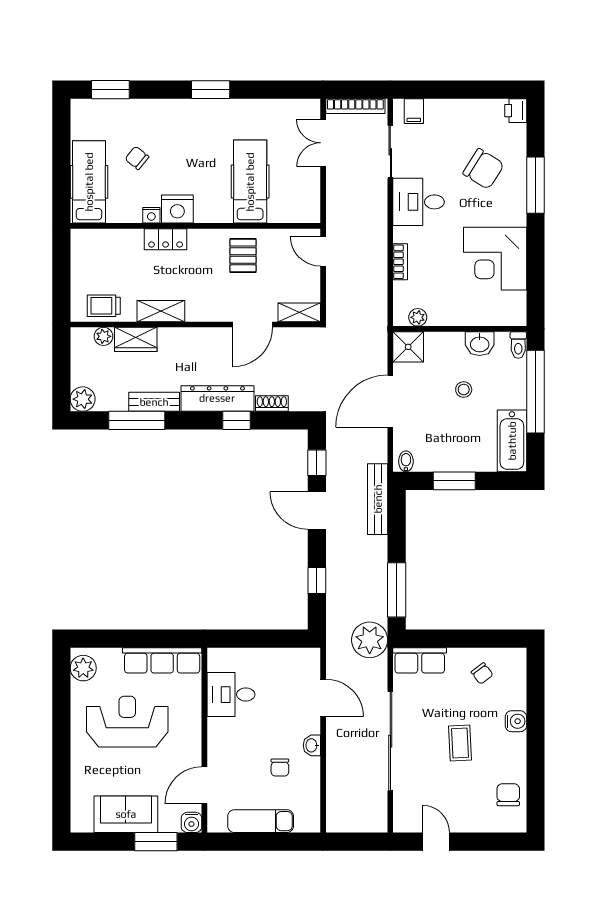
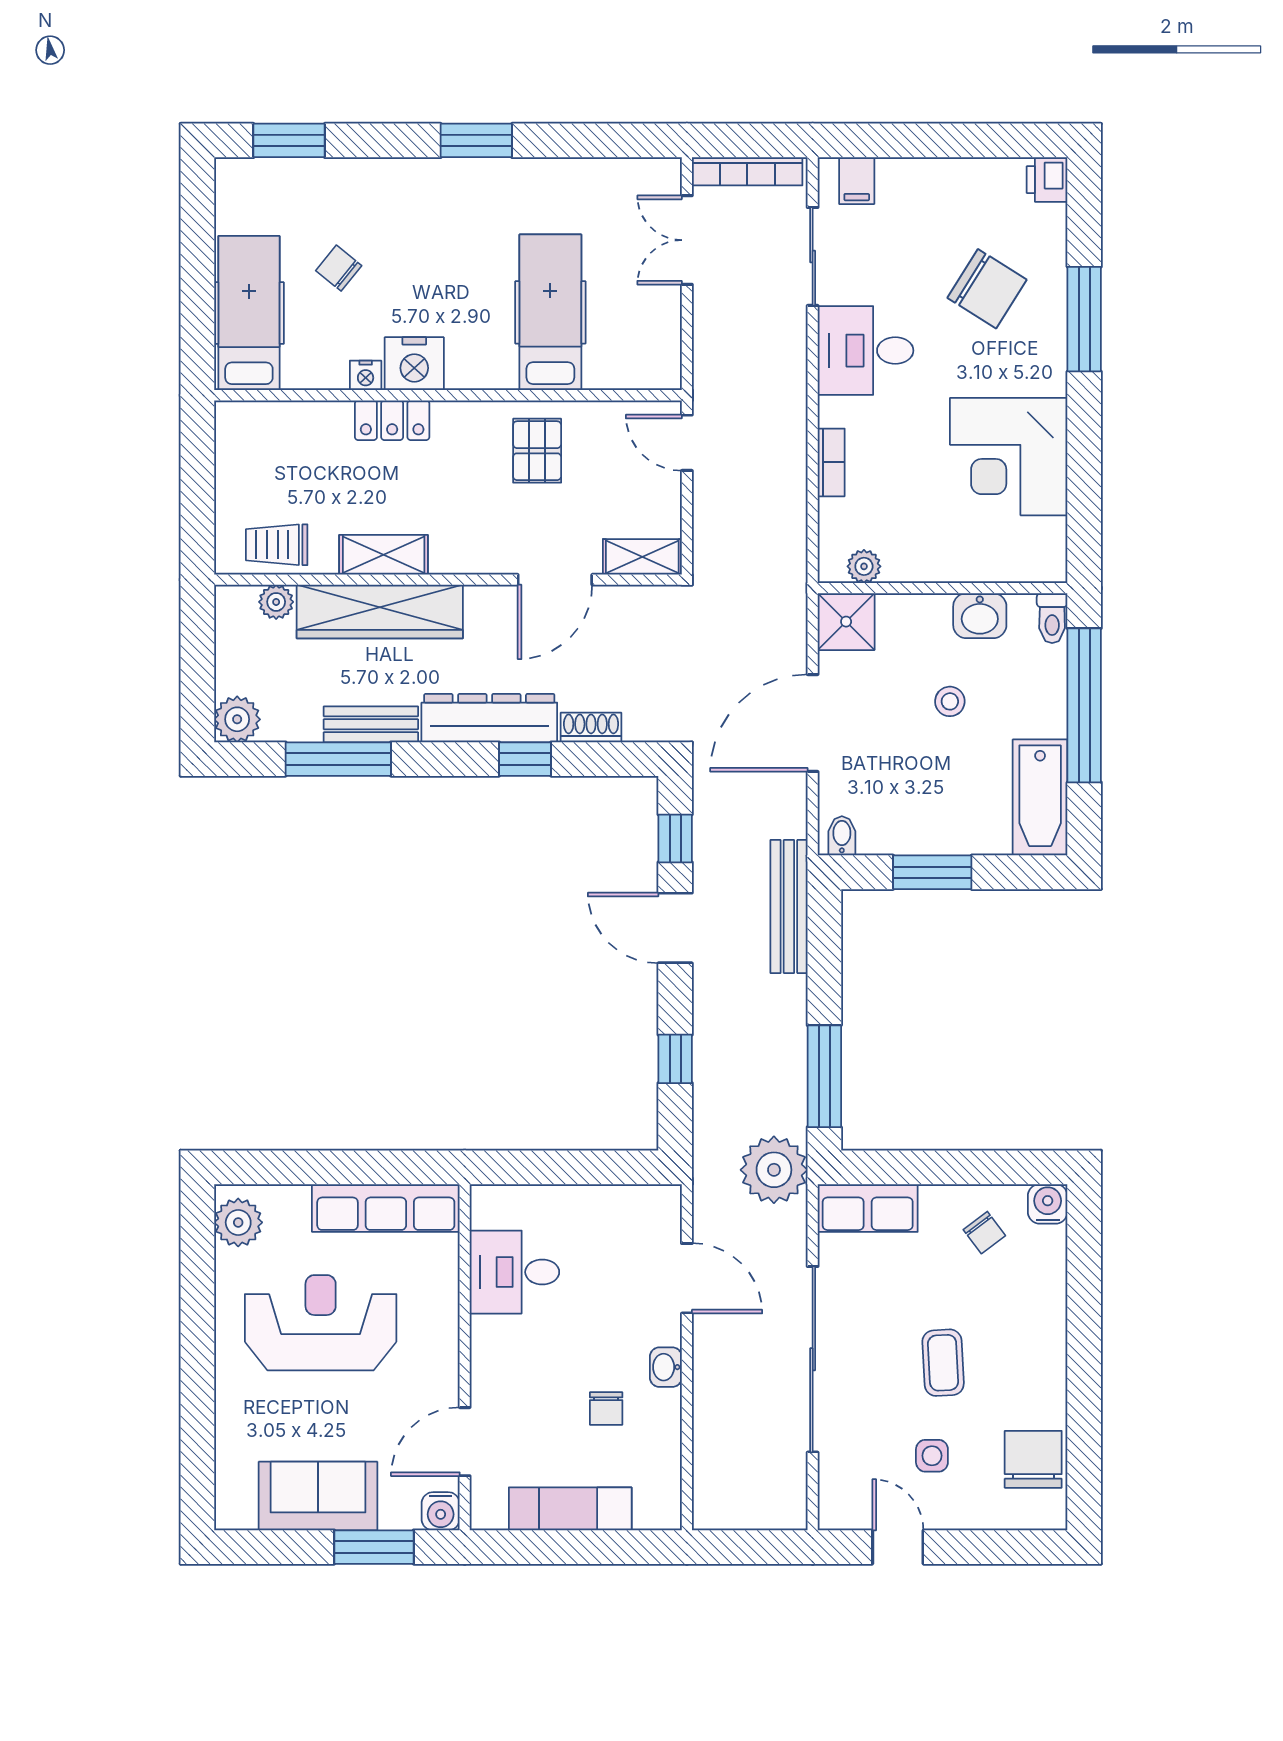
wardrobe: (136, 339) -> (380, 612), width x2.10, depth x1.17
water cooler: (516, 721) -> (1048, 1204), moved, turned -90
side table: (454, 793) -> (932, 1456), added
chair: (508, 795) -> (1033, 1459), width x1.37, depth x1.37

